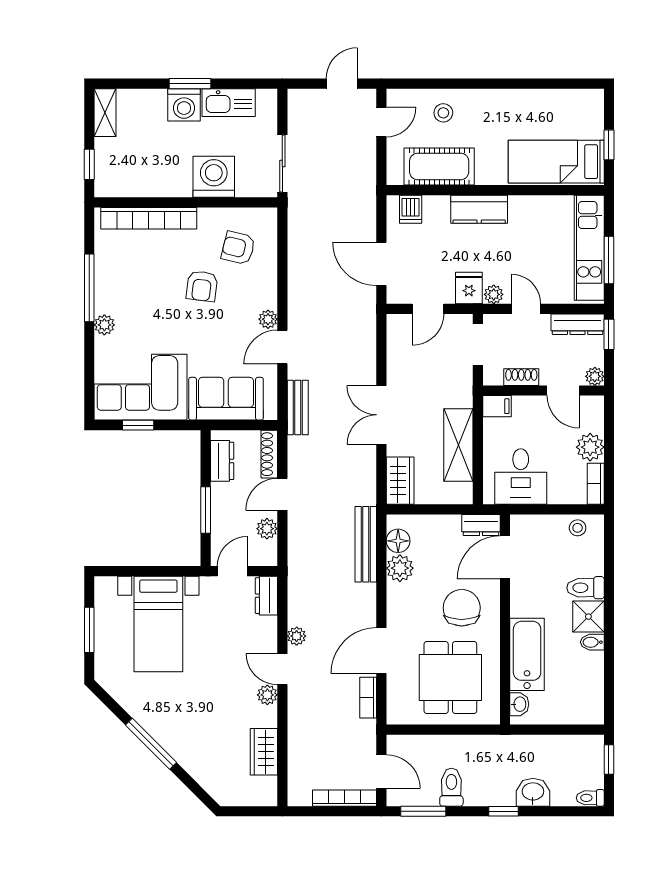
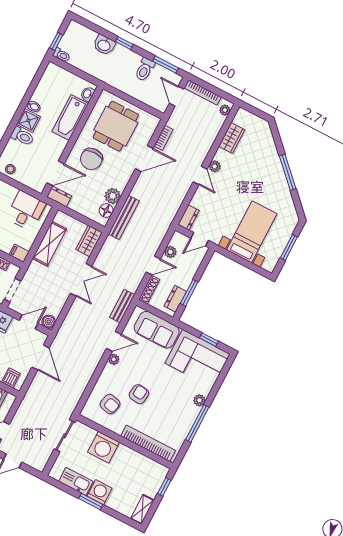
boiler: (398, 325) -> (49, 322), added
window: (206, 510) -> (189, 293), moved
plant: (297, 636) -> (225, 110), moved
toilet: (590, 798) -> (61, 55), moved

